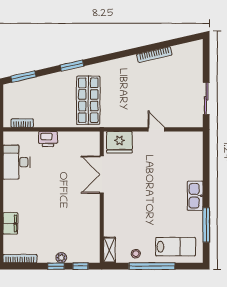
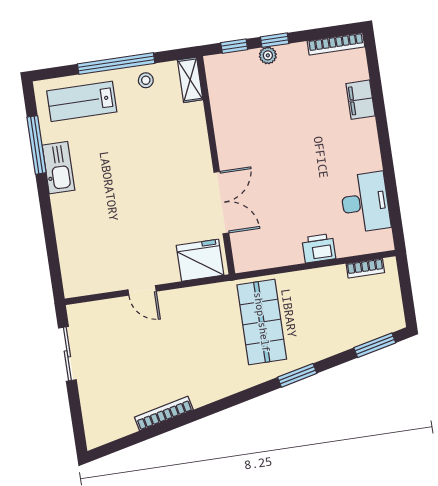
kitchen sink: (195, 196) -> (58, 168), moved

